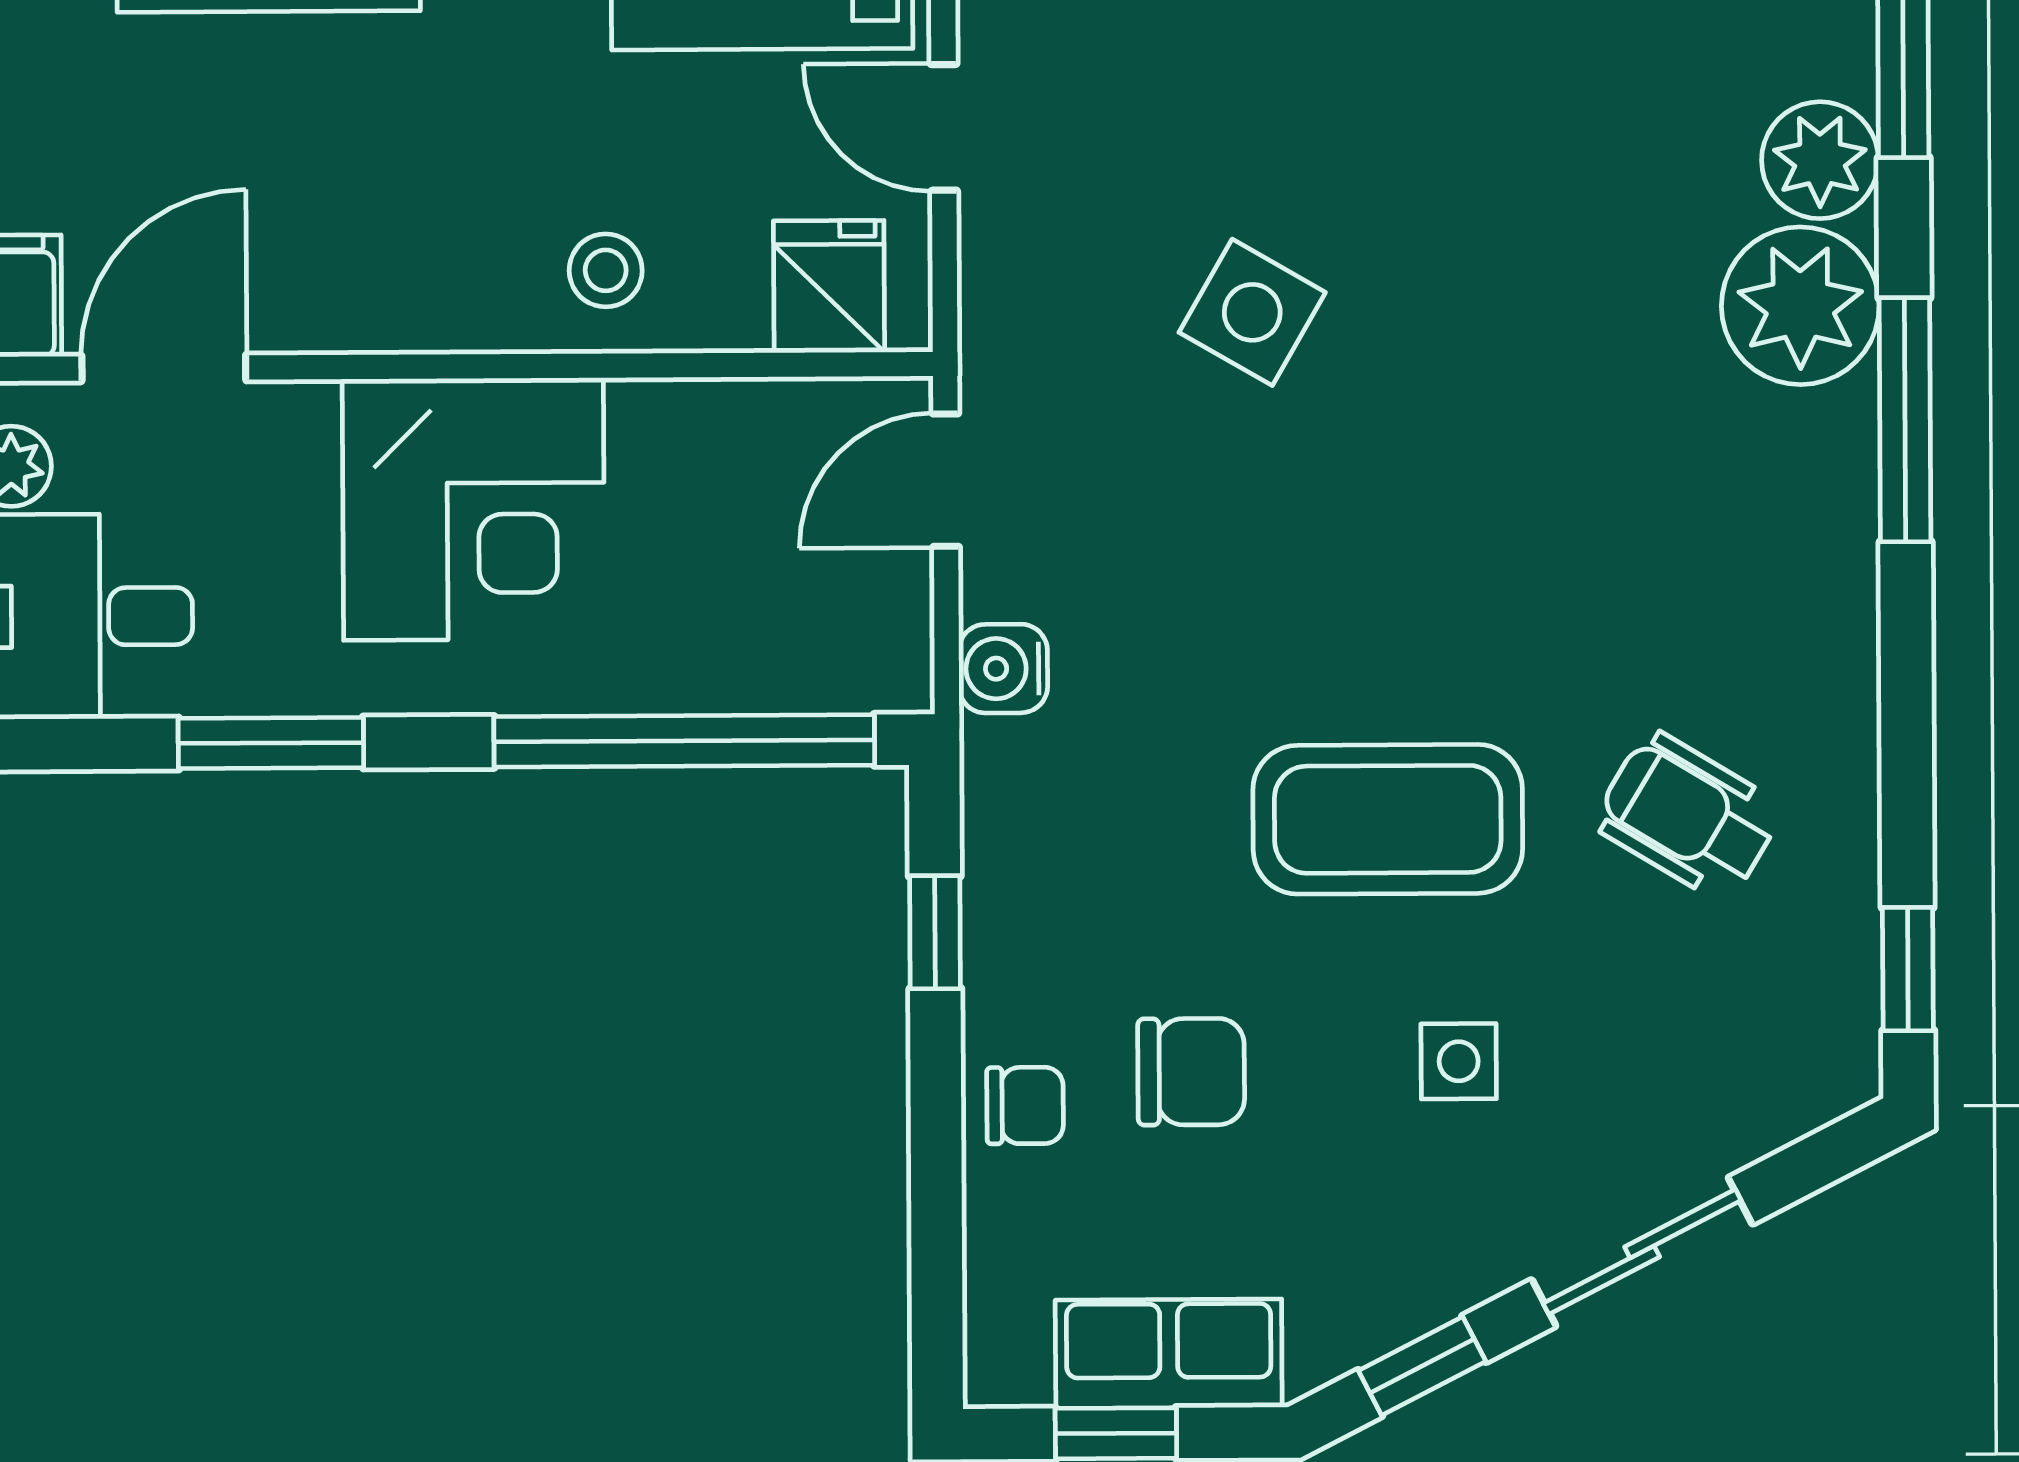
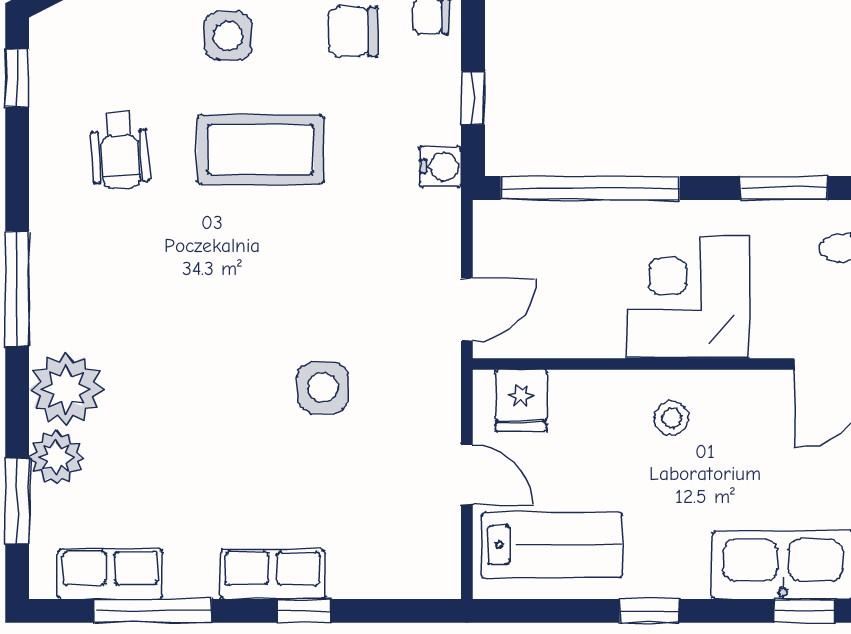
stool: (606, 270) -> (672, 418), moved
side table: (1252, 312) -> (323, 387), turned -30
window: (1905, 420) -> (17, 289), moved
water cooler: (1003, 669) -> (440, 167), moved
wheelchair: (1688, 816) -> (120, 150), turned 56
side table: (1459, 1061) -> (228, 36), width x1.37, depth x1.37

